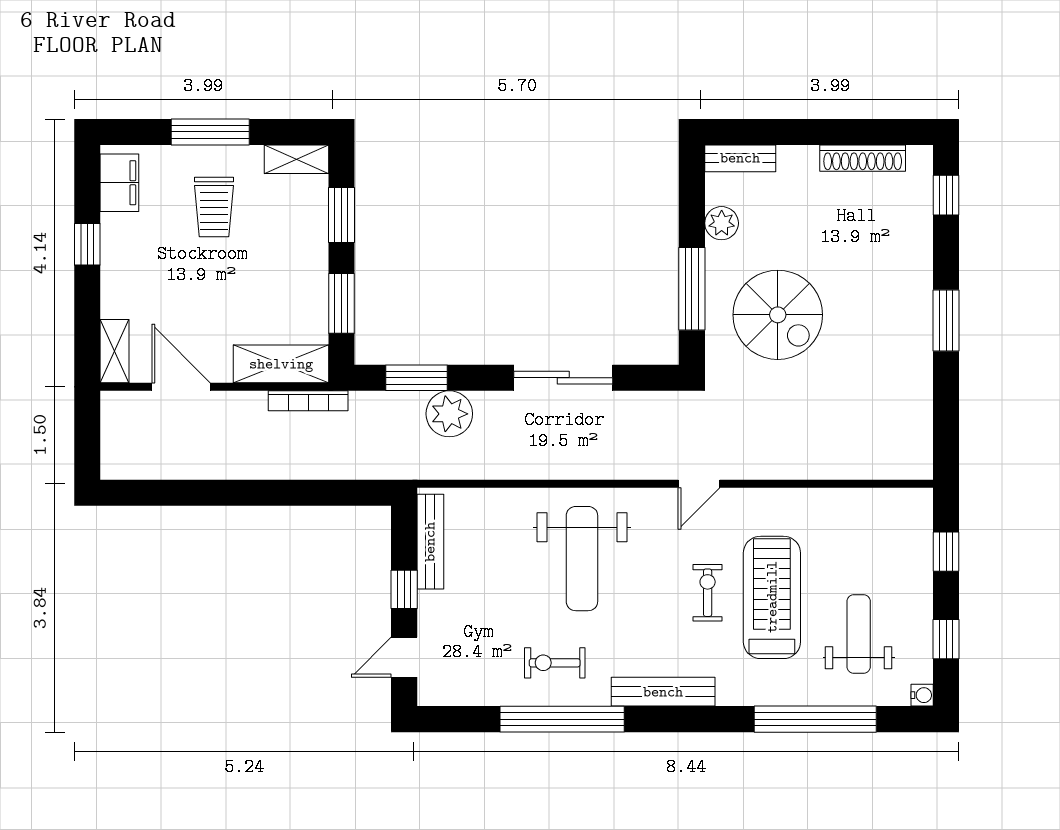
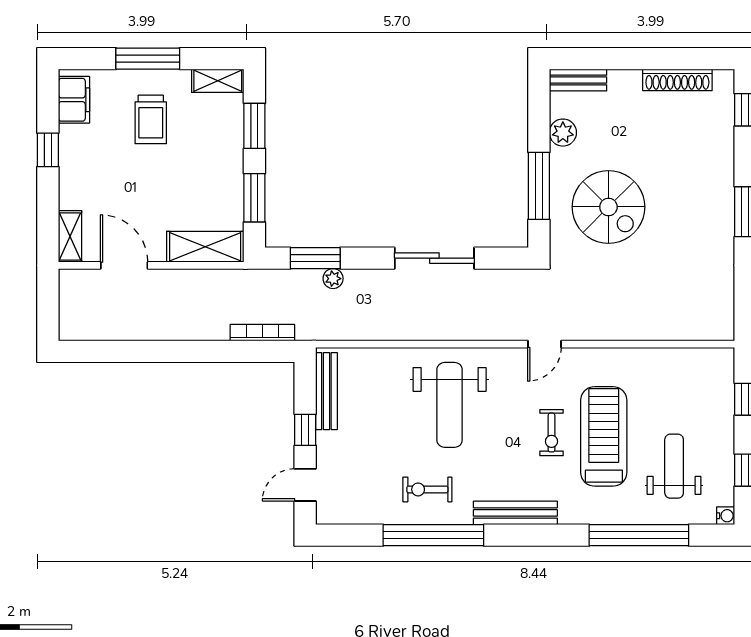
bookcase: (308, 401) -> (262, 333), moved, turned 180
plant: (449, 414) -> (333, 279), width x0.53, depth x0.53
exercise bike: (708, 593) -> (551, 433), turned 180

